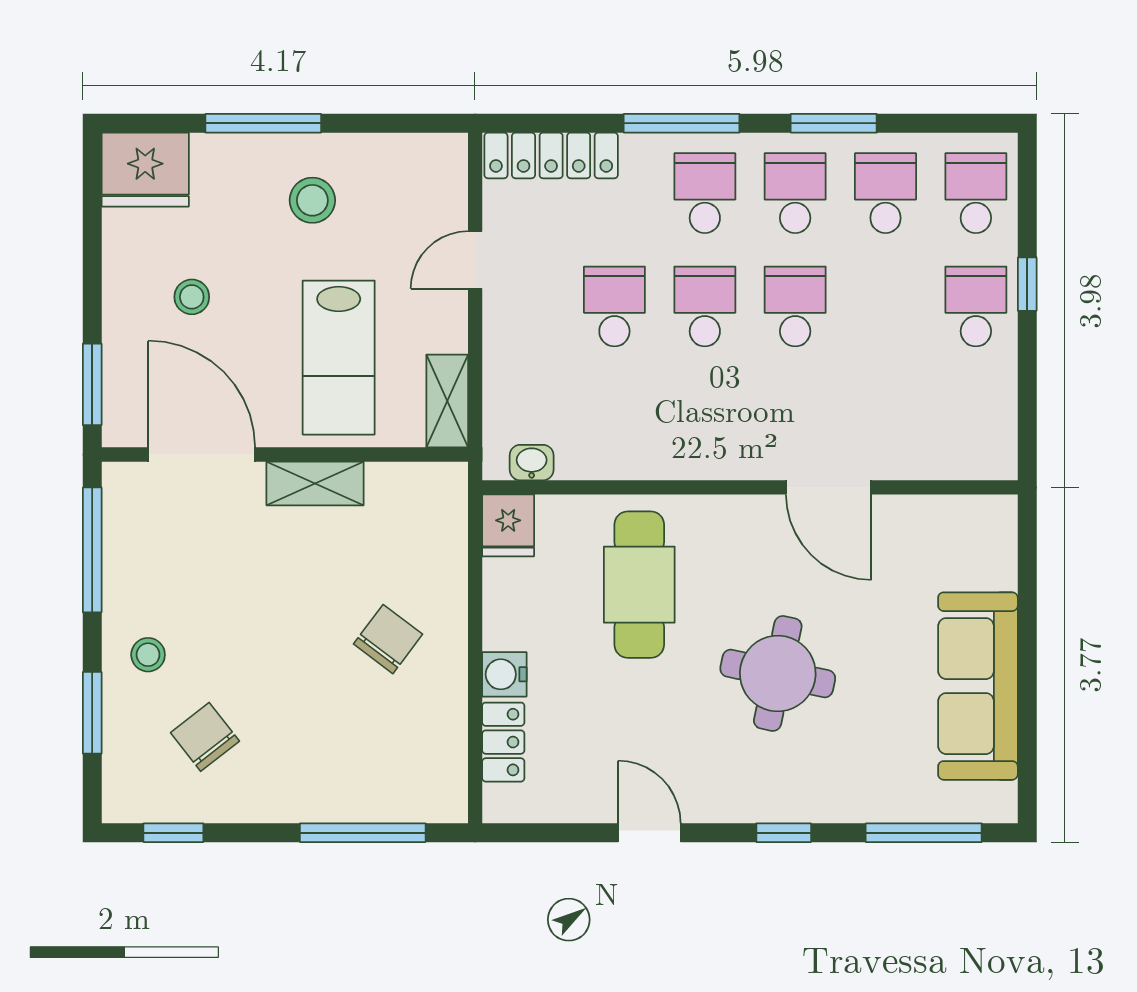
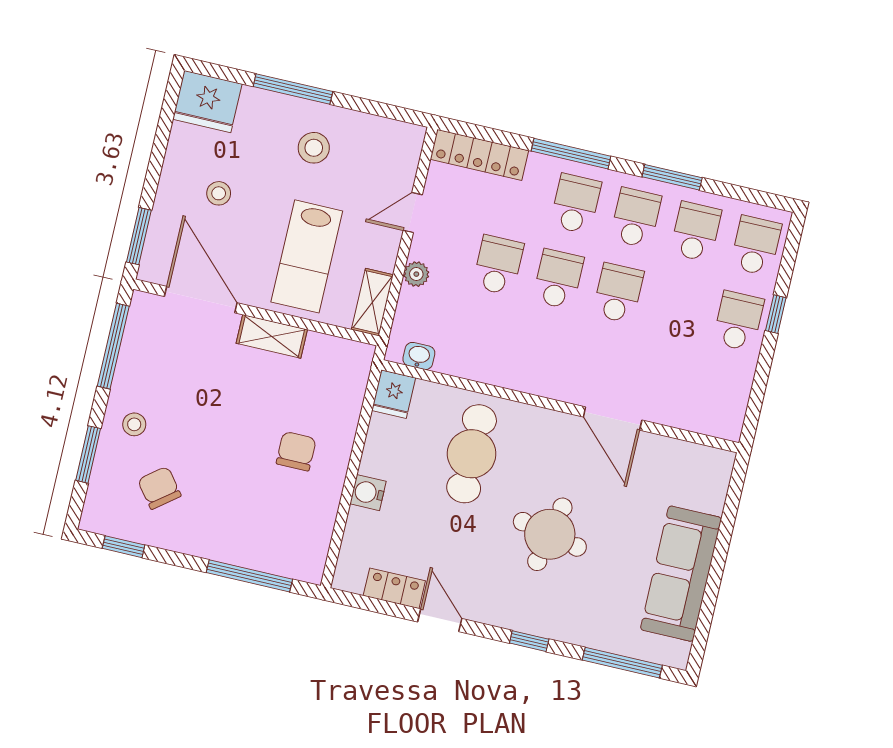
plant: (501, 346) -> (416, 274), added
chair: (388, 639) -> (296, 451), turned -37
locker: (503, 742) -> (394, 588), moved, turned -90

